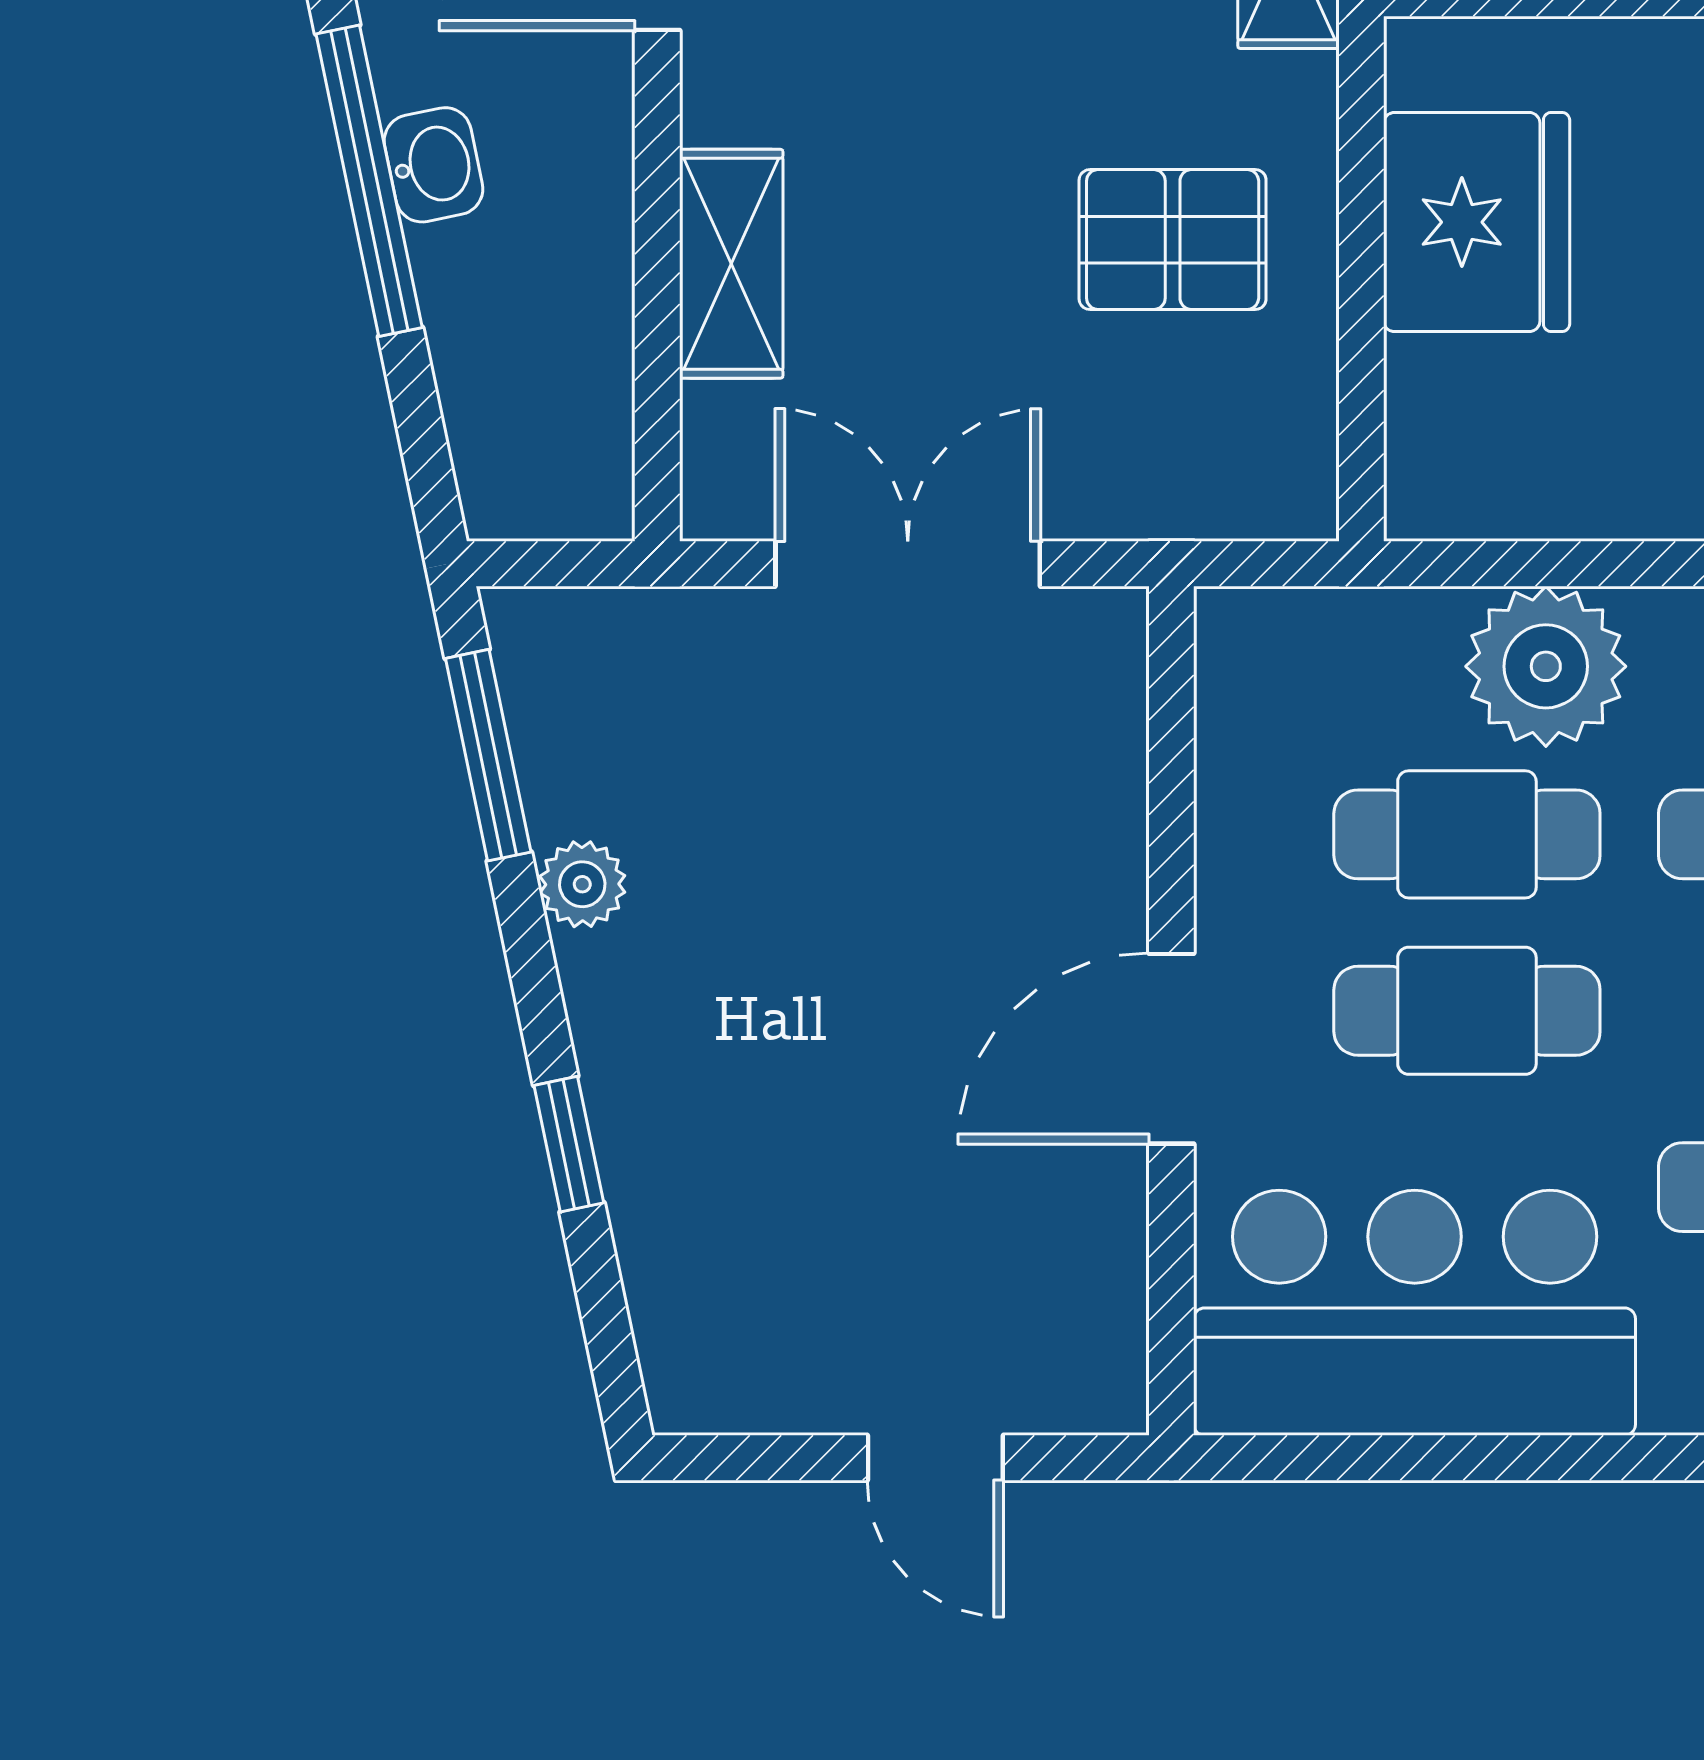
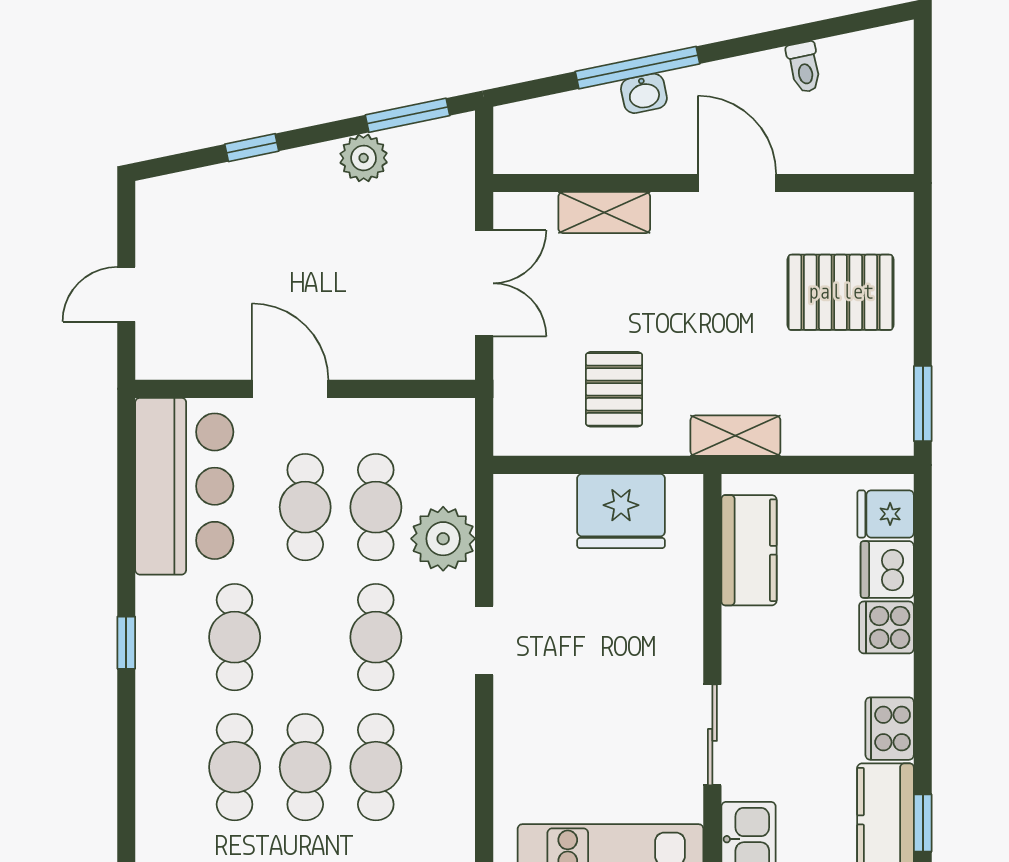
plant: (582, 884) -> (364, 158), width x1.38, depth x1.38

